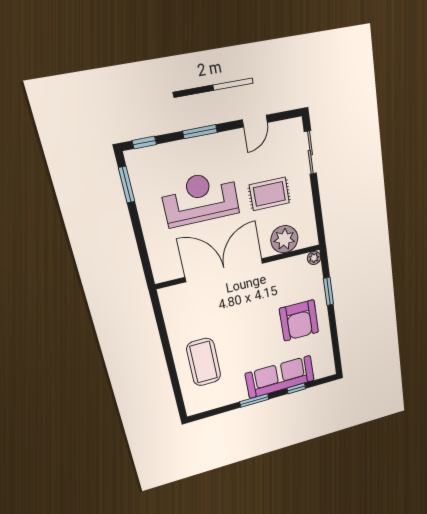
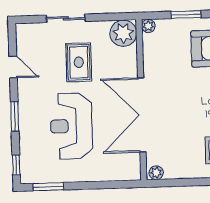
sliding door: (310, 153) -> (66, 18), moved
plant: (284, 239) -> (123, 33), moved
plant: (166, 297) -> (156, 173), added

